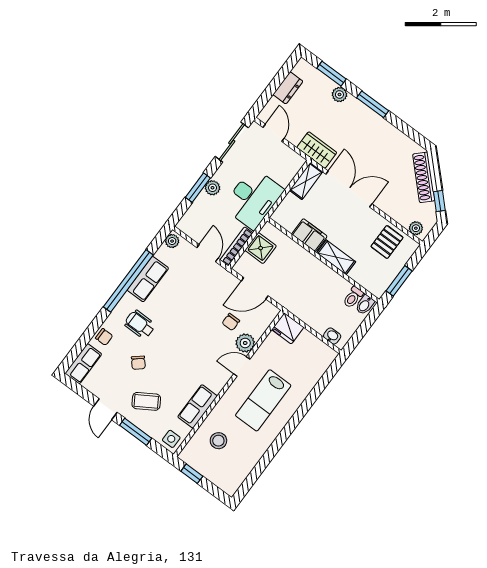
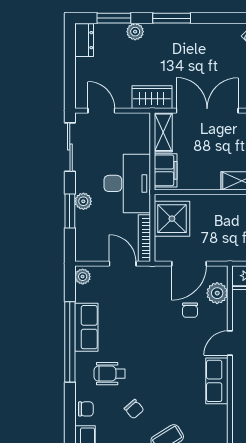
dresser: (288, 88) -> (84, 40), moved
filing cabinet: (309, 235) -> (166, 170), moved, turned 90
shower: (261, 248) -> (172, 219), width x1.36, depth x1.36
plant: (245, 343) -> (217, 293), moved
row of seats: (197, 406) -> (217, 381), moved

